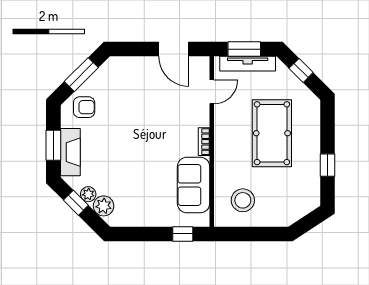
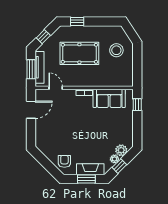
window: (81, 75) -> (46, 163), removed
window: (327, 165) -> (77, 21), moved
stool: (243, 200) -> (116, 50), moved

